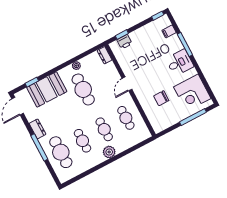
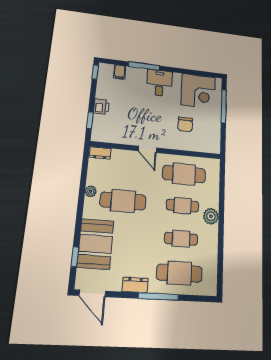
printer: (124, 42) -> (101, 107), moved
cafe table: (126, 118) -> (184, 174), width x1.37, depth x1.35

